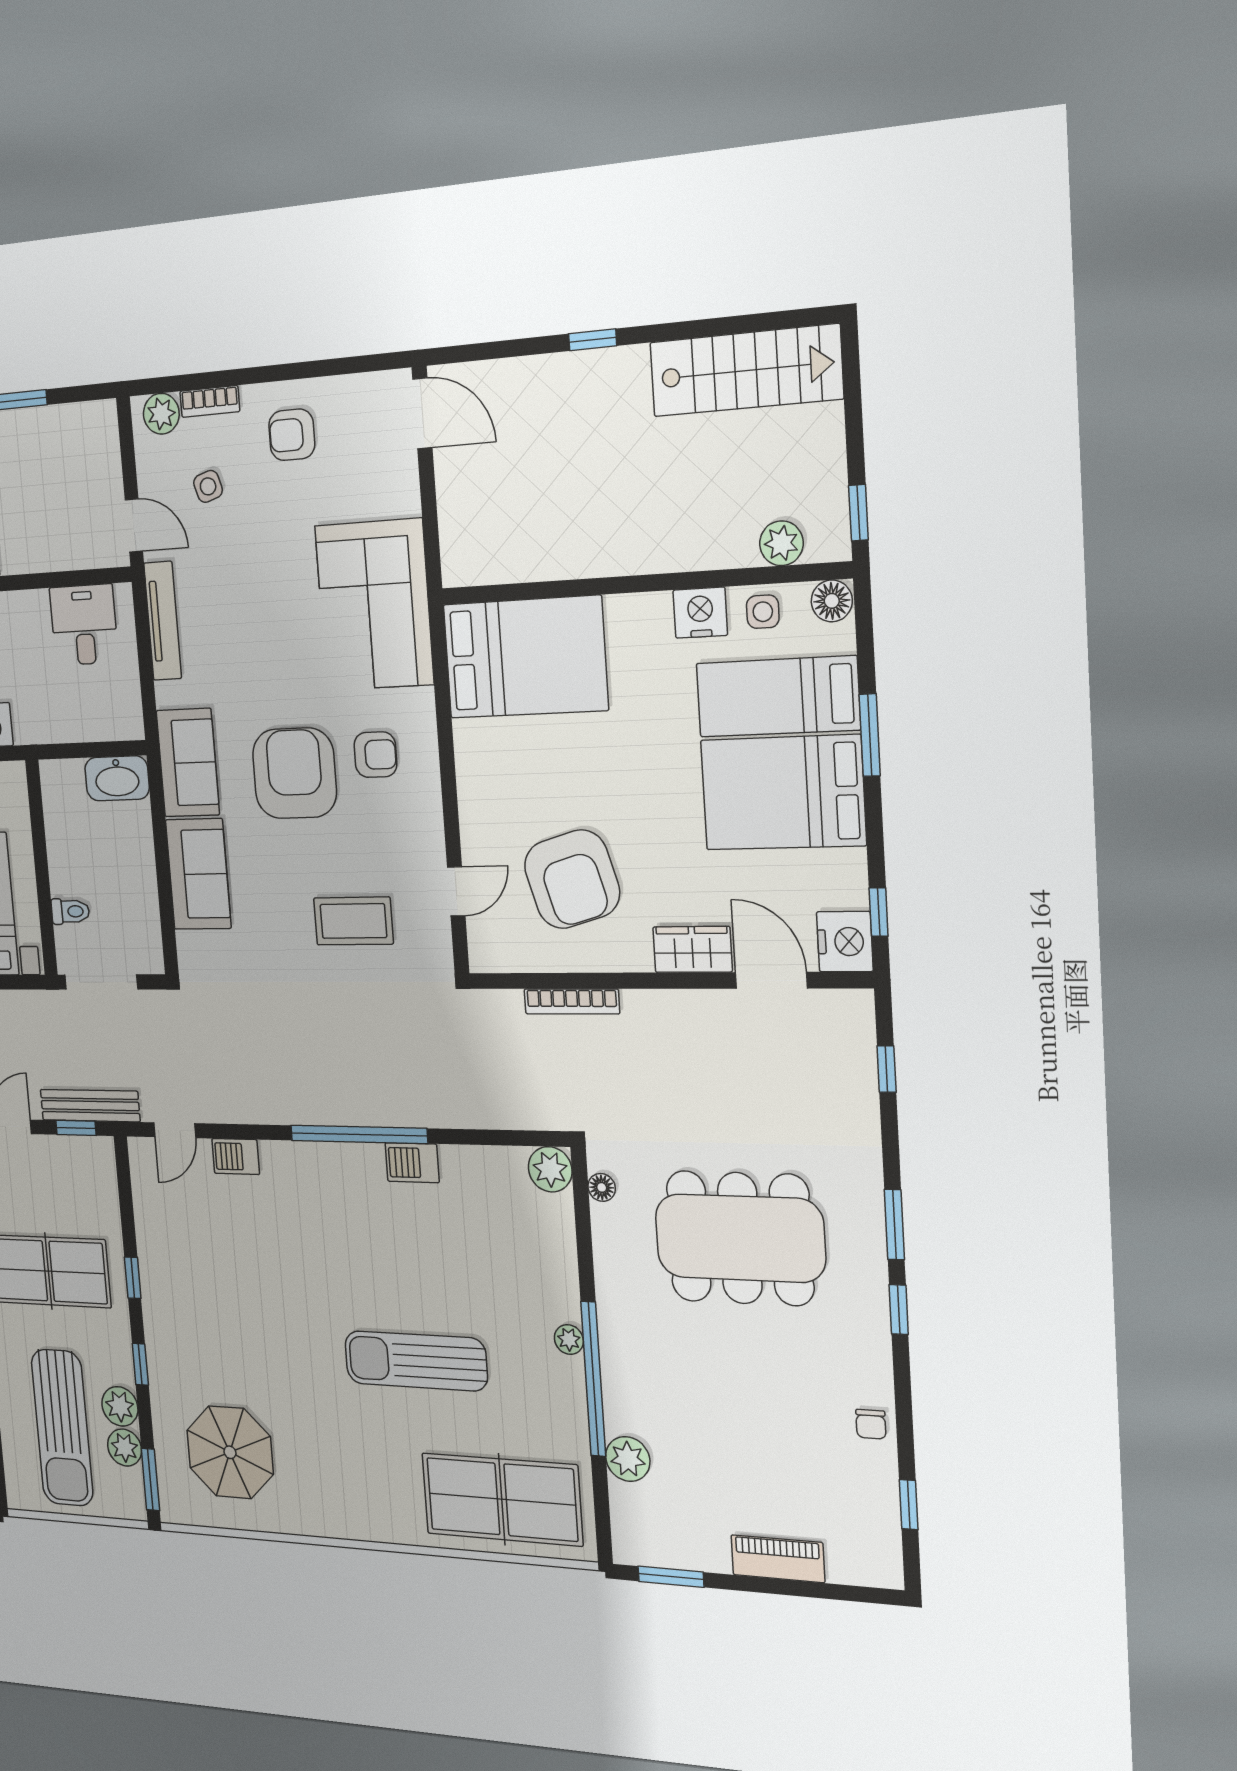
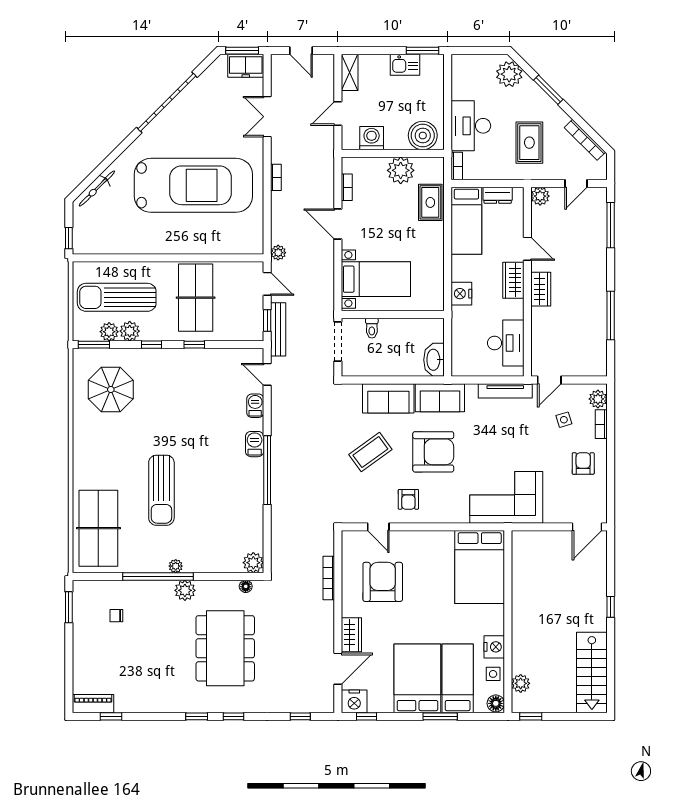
desk: (84, 625) -> (506, 343), width x1.37
armchair: (375, 755) -> (408, 499), moved
armchair: (572, 879) -> (383, 582), turned 106
coffee table: (353, 921) -> (370, 452), moved, turned 54
barbecue: (412, 1163) -> (255, 444), moved
window: (894, 1225) -> (234, 716), width x0.67
sun lounger: (416, 1361) -> (161, 490), turned 180
chair: (871, 1424) -> (116, 616), moved
plant: (628, 1459) -> (185, 590), moved
piano: (778, 1559) -> (93, 704), moved, turned -90

